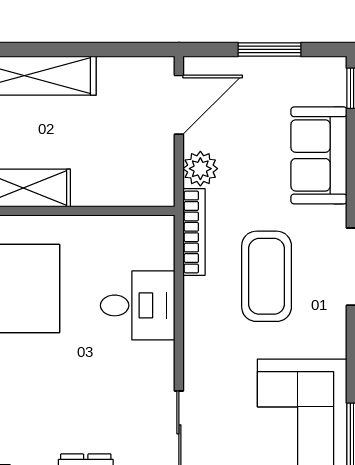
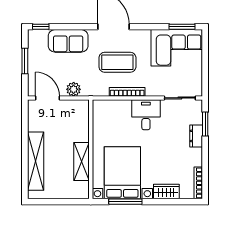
bookcase: (194, 232) -> (127, 92), moved
desk: (138, 305) -> (146, 115), moved

